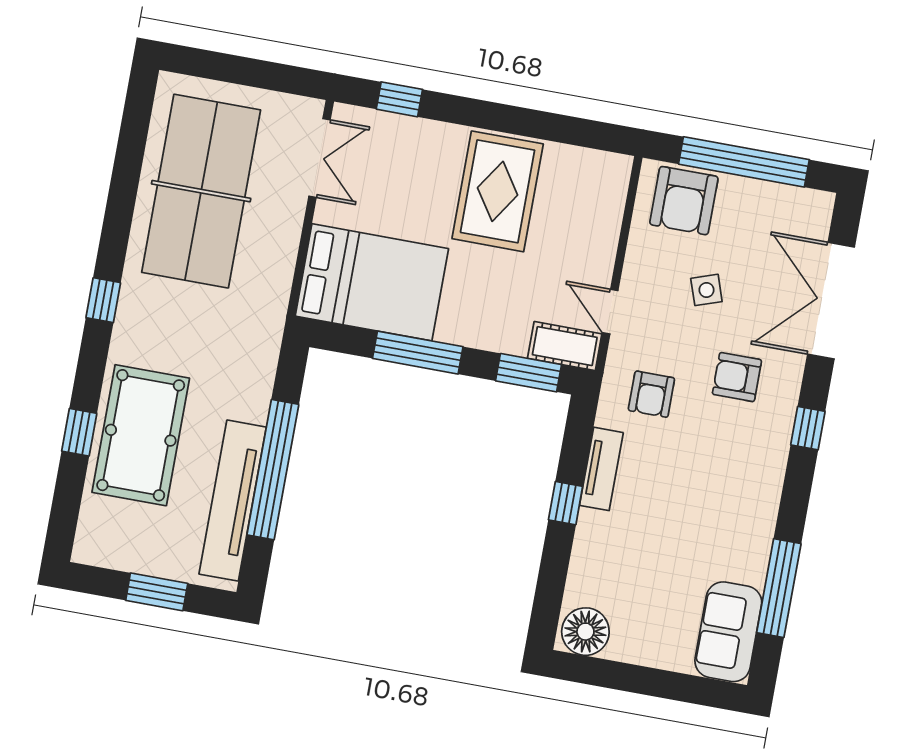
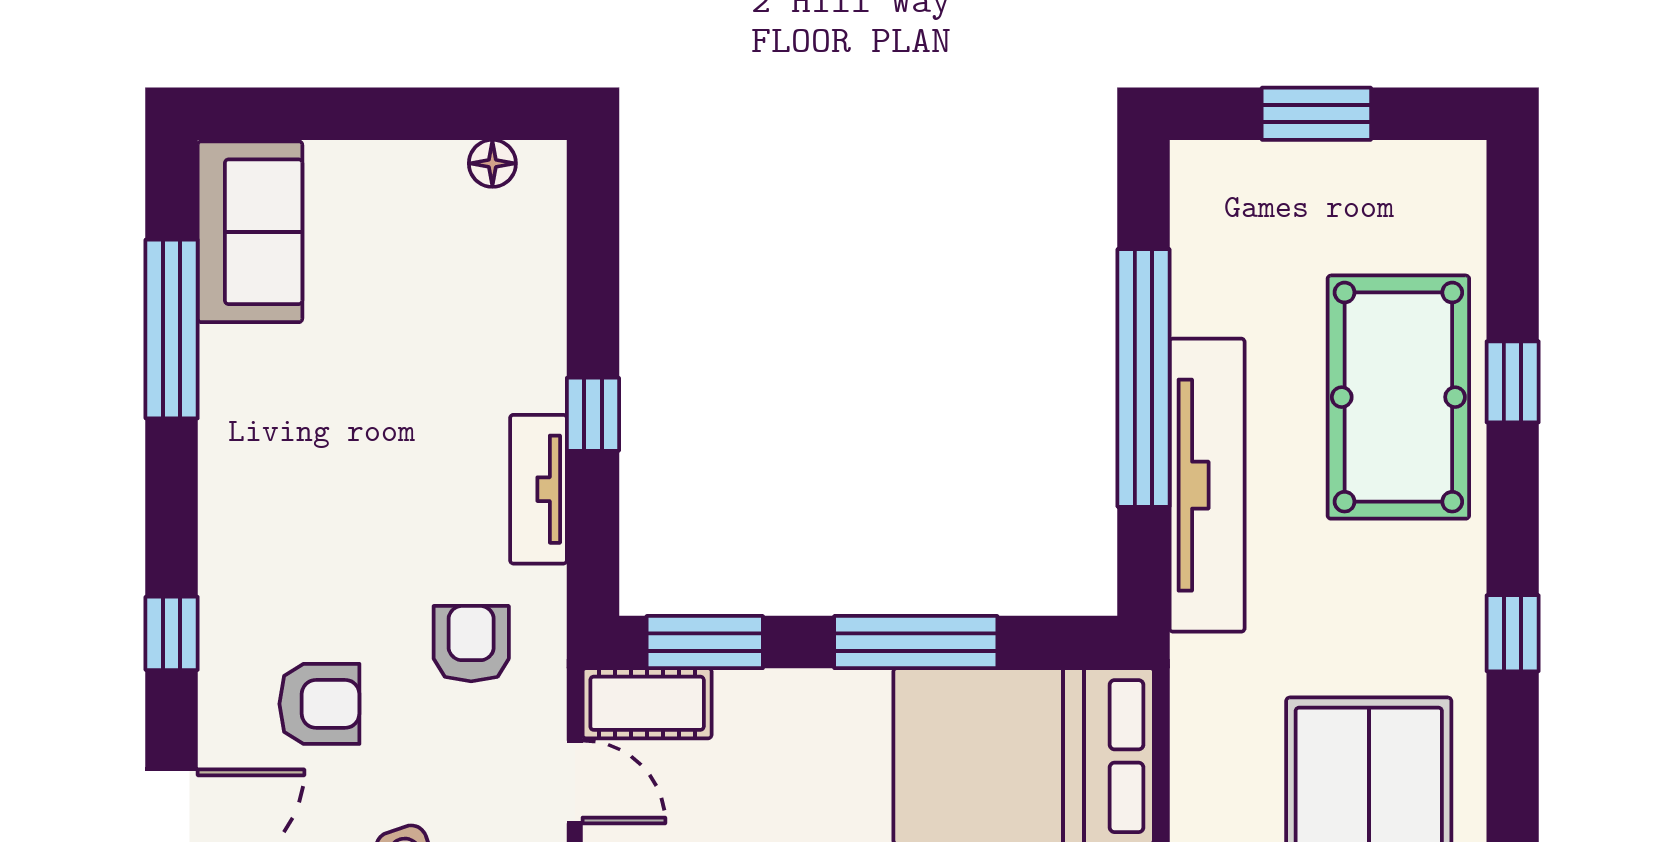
tv unit: (233, 501) -> (1207, 485), moved
floor lamp: (585, 632) -> (492, 163), width x0.53, depth x0.53

